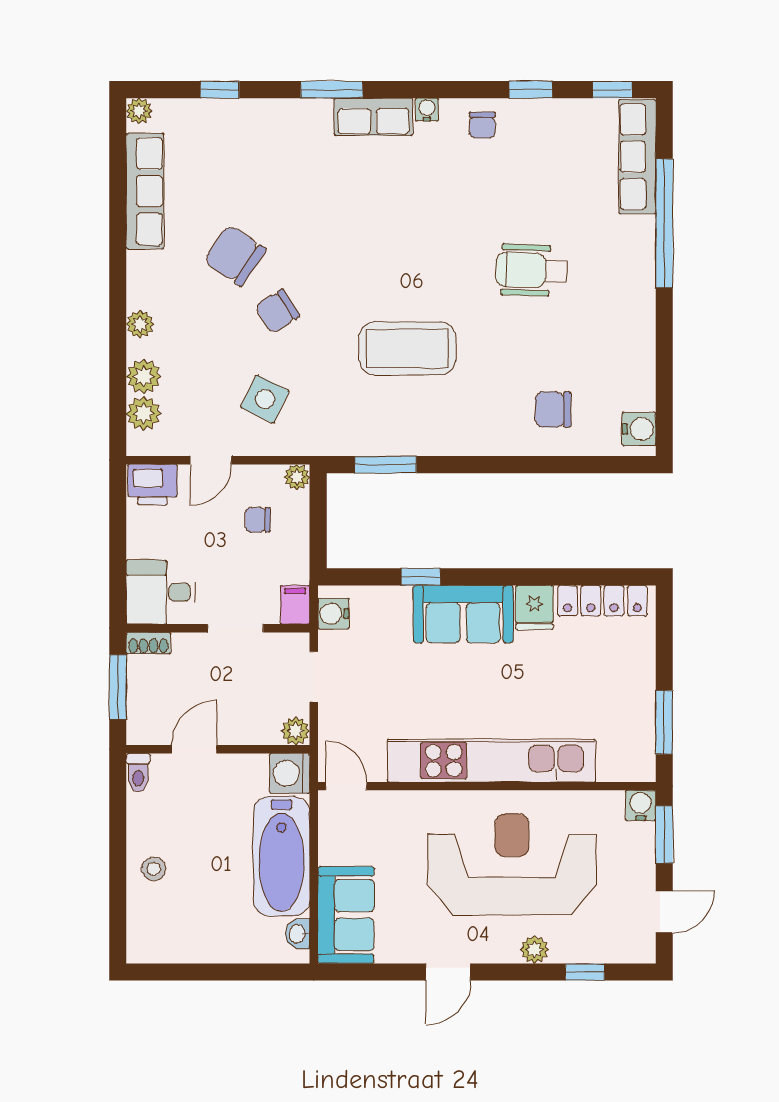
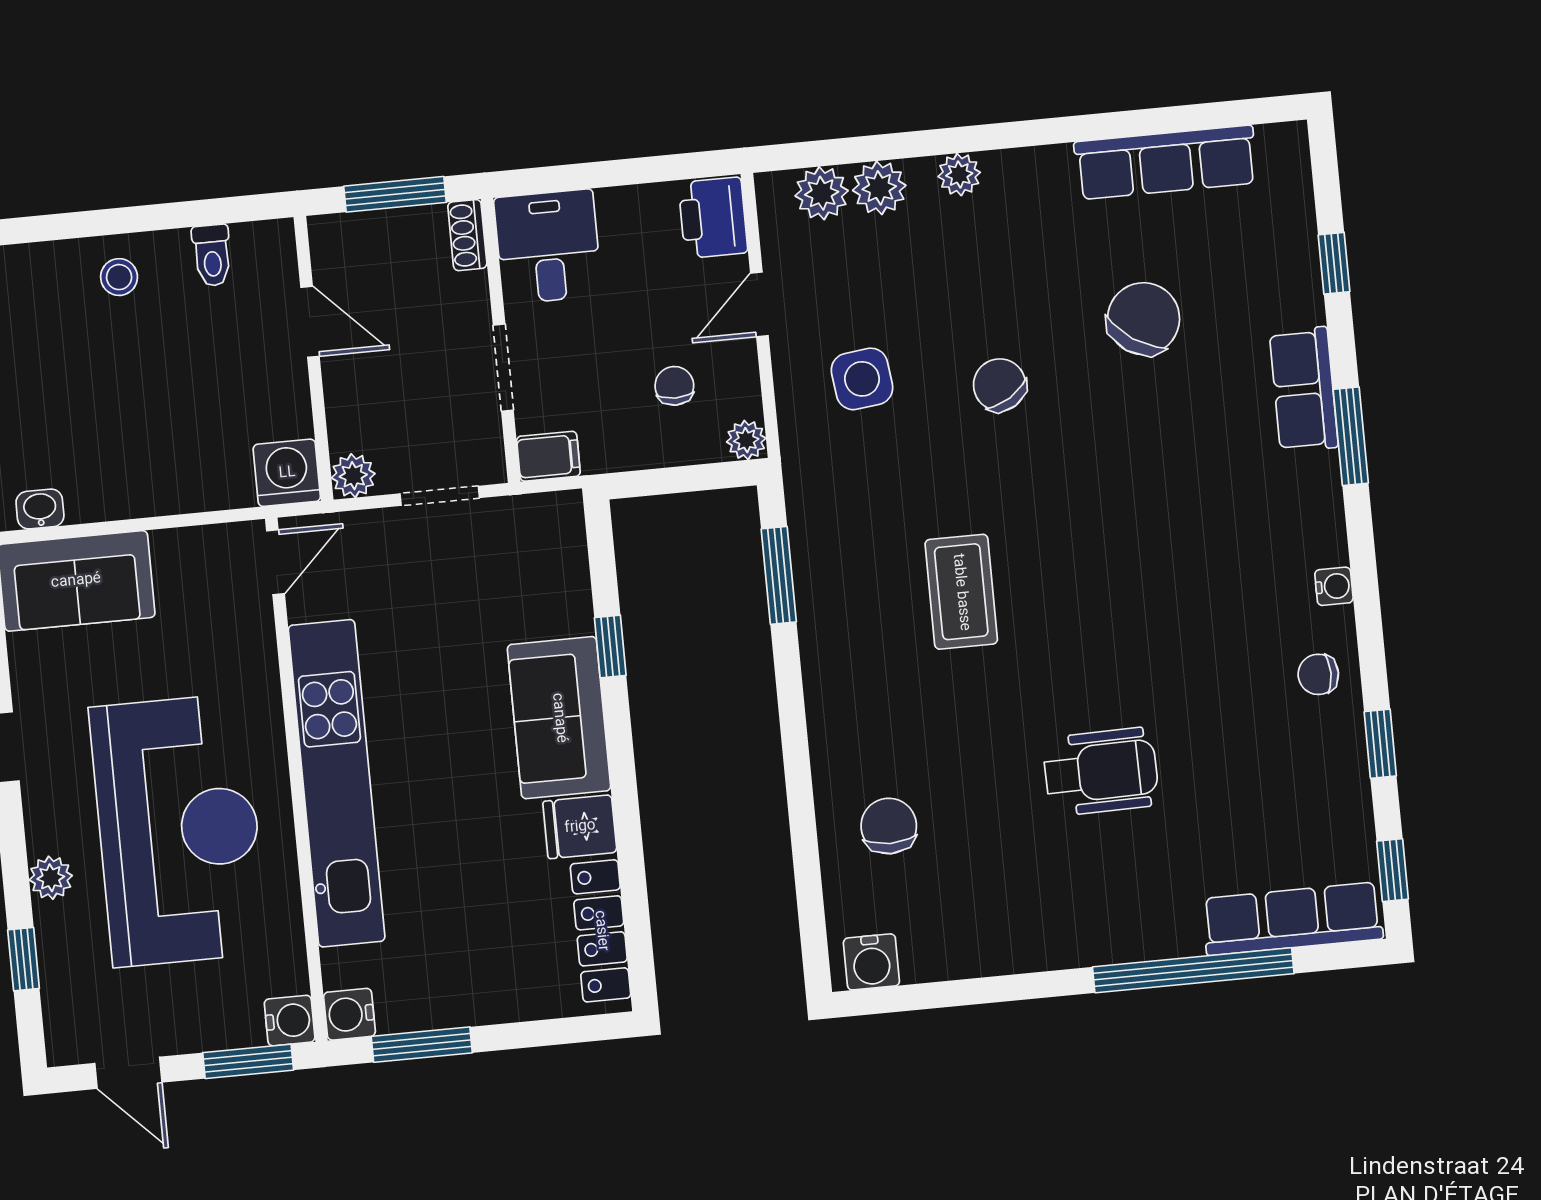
plant: (139, 111) -> (1289, 141), removed
row of seats: (373, 117) -> (1304, 389), moved
chair: (235, 255) -> (1144, 319), moved
wheelchair: (531, 270) -> (1101, 772), turned 87
coffee table: (407, 349) -> (961, 592), width x0.73, depth x0.76
side table: (265, 399) -> (862, 379), turned -33
door: (211, 460) -> (759, 304), hinge flipped
water cooler: (333, 614) -> (349, 1014), moved, turned -90
toilet: (138, 773) -> (212, 255), moved, turned -90
bathtub: (281, 856) -> (158, 473), removed

